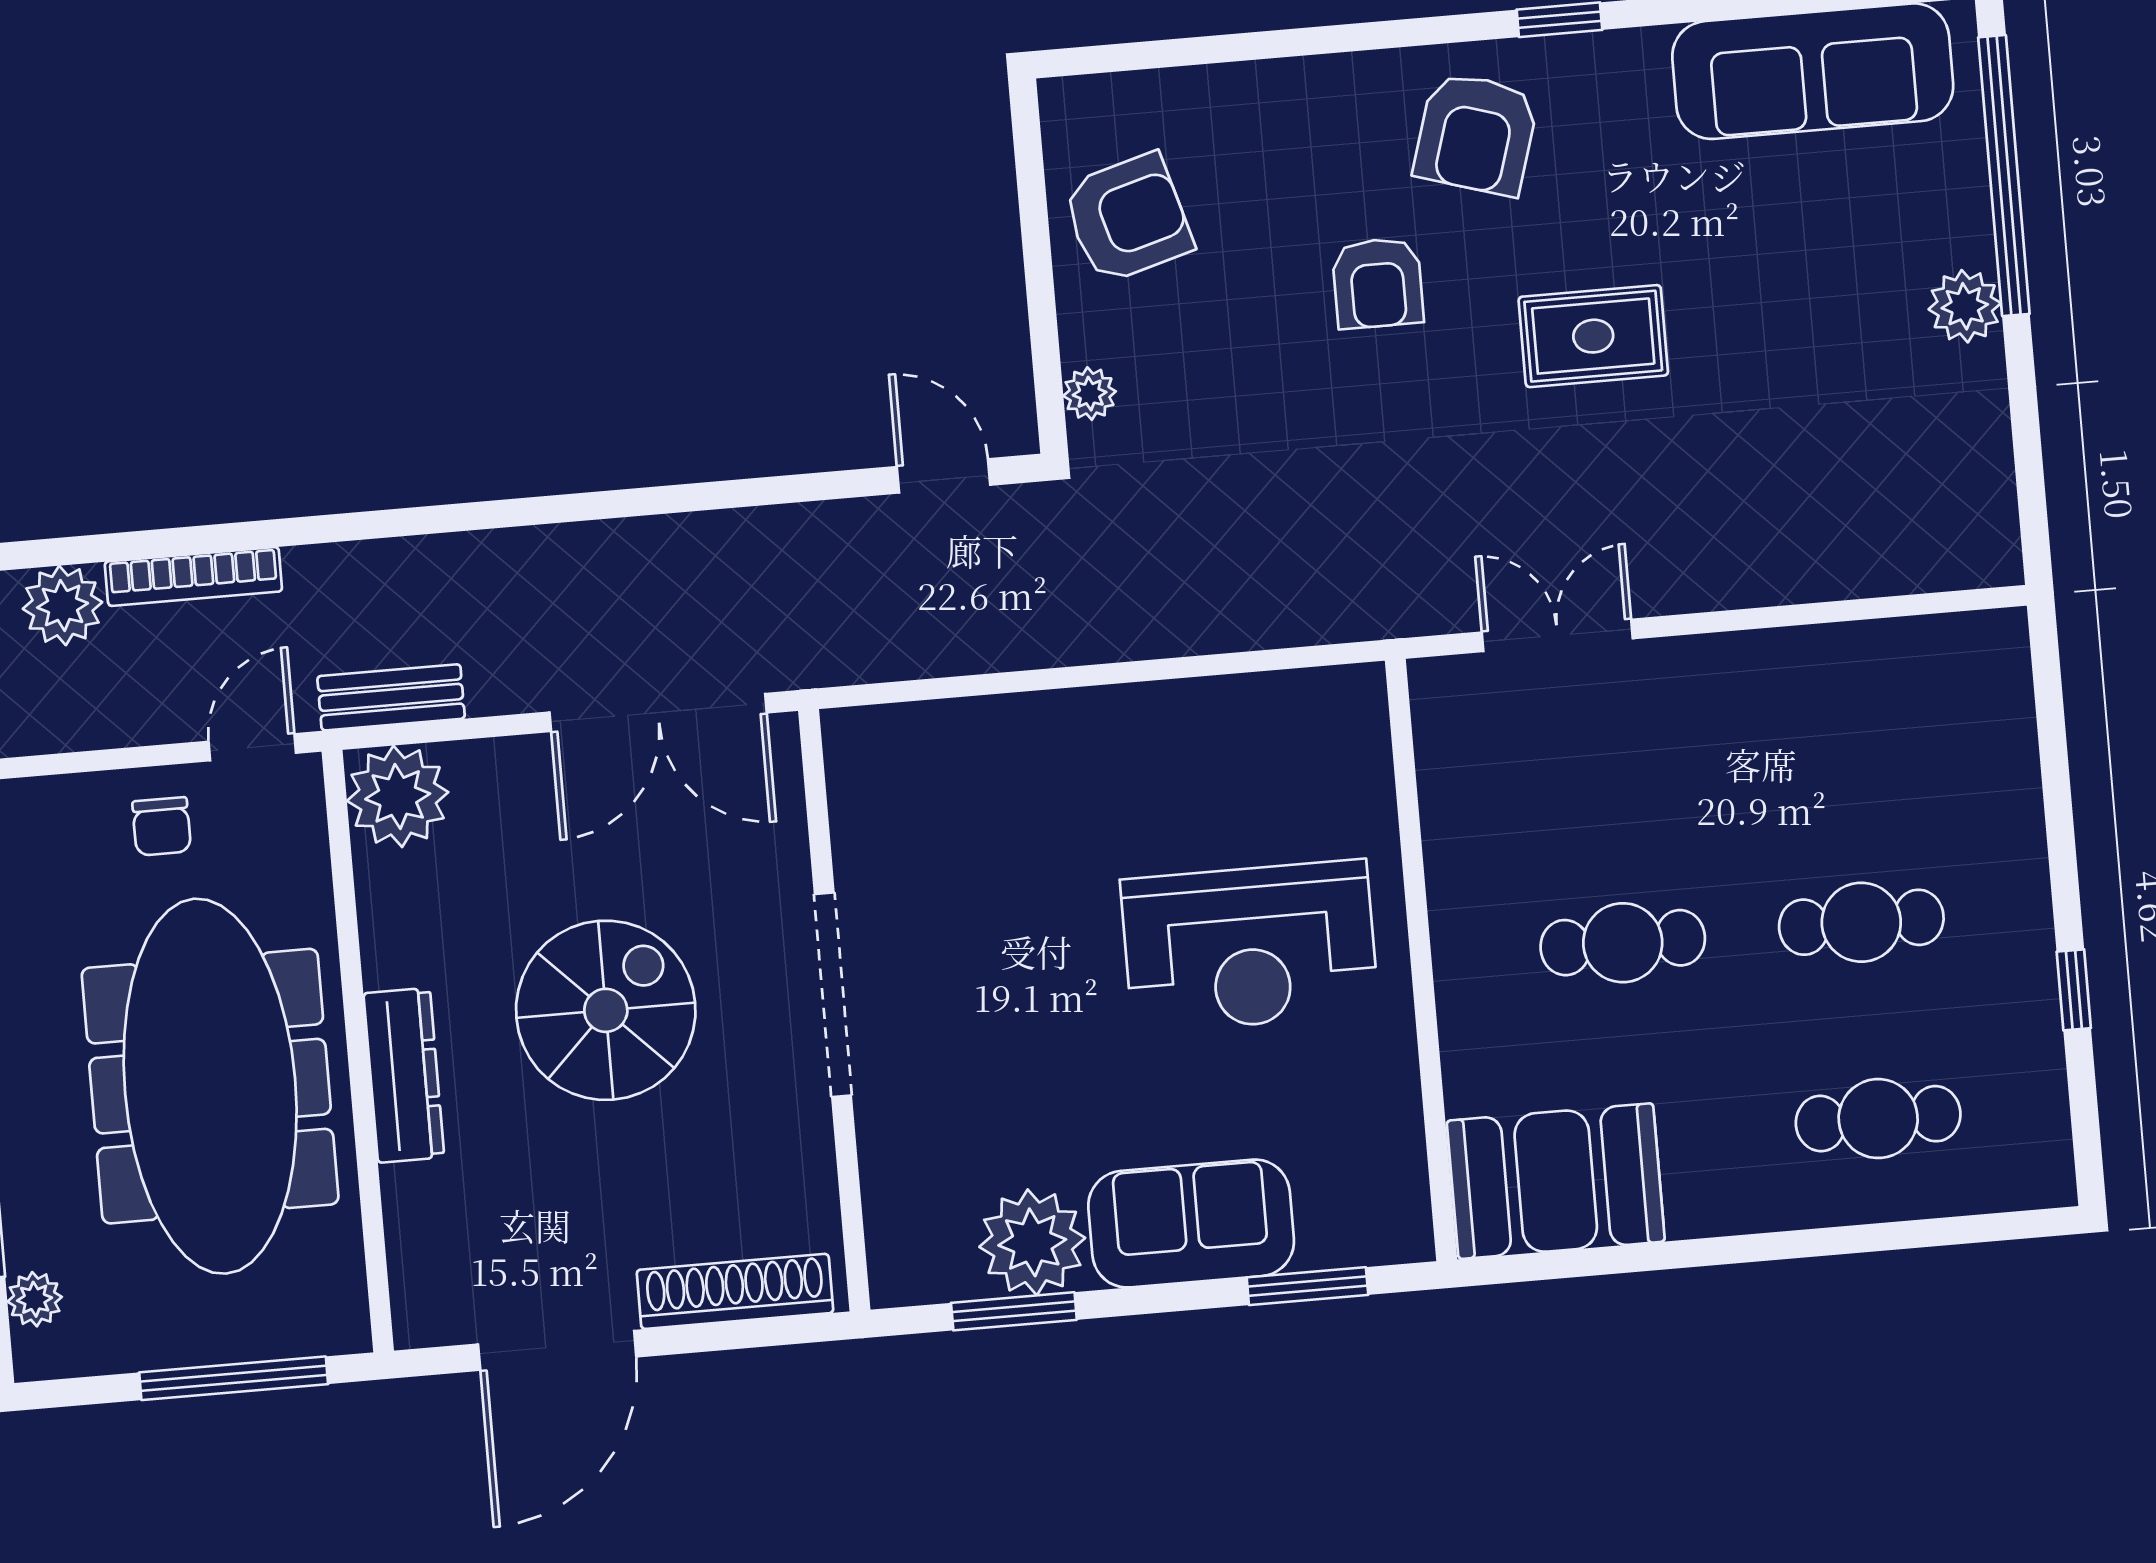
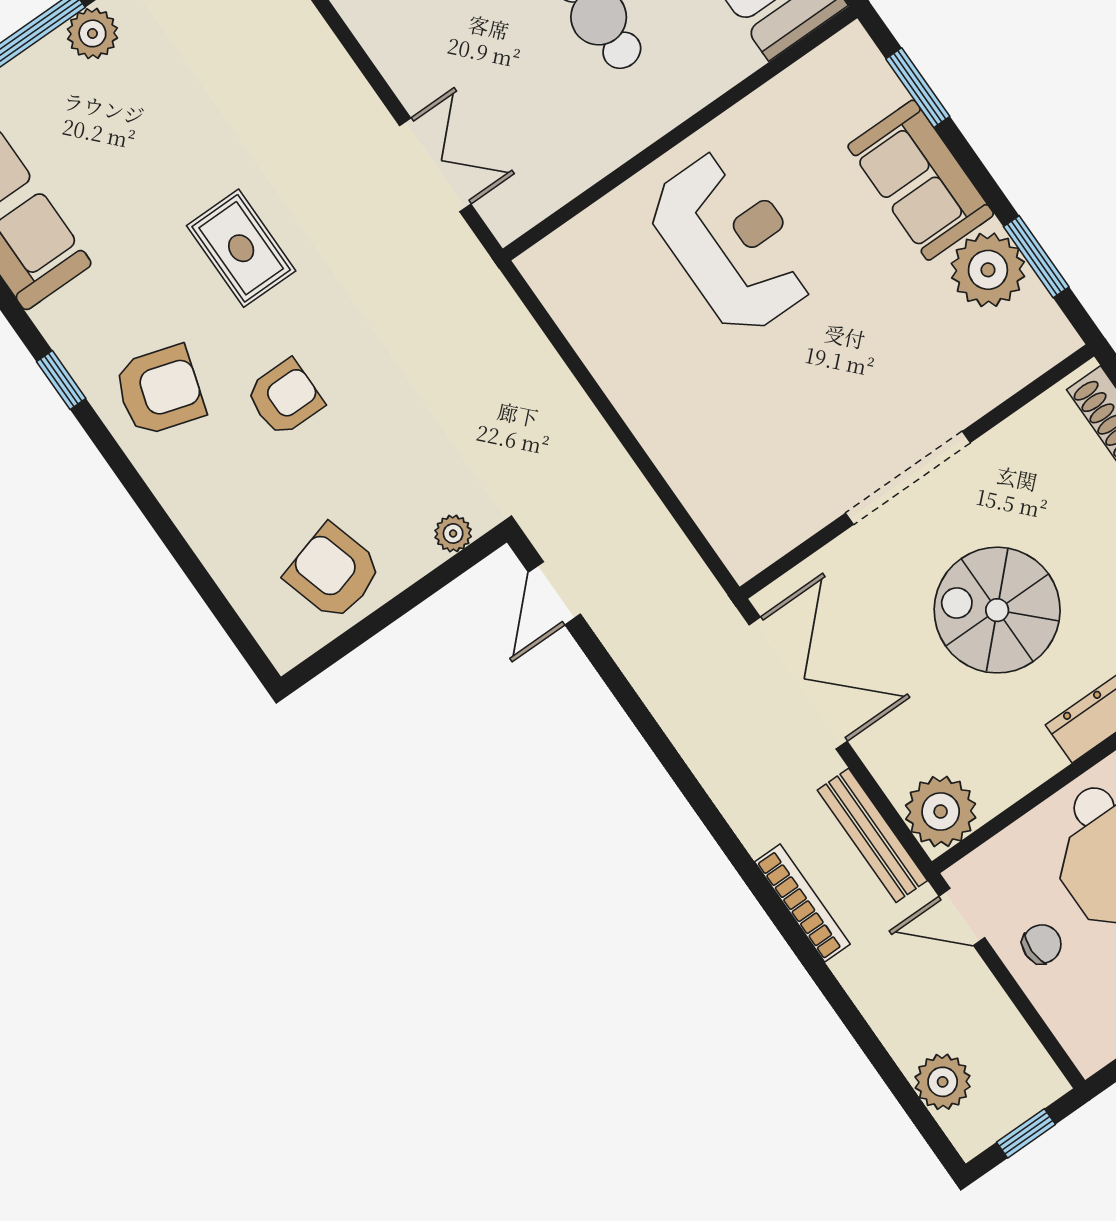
bookcase: (193, 577) -> (802, 903), moved
double door: (1557, 635) -> (435, 165), swing flipped
bench: (391, 697) -> (872, 835), width x1.36

